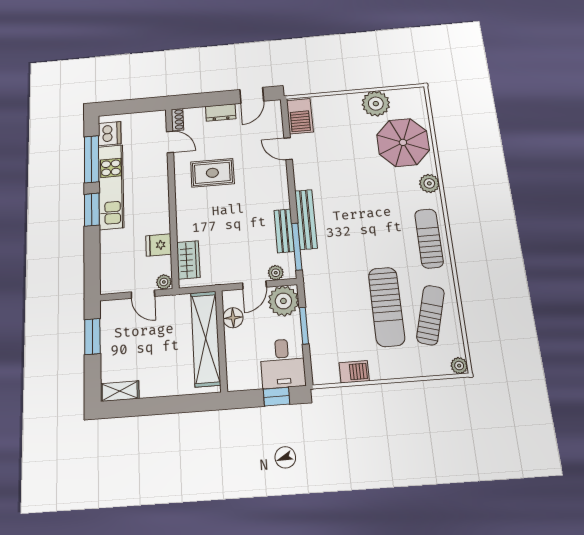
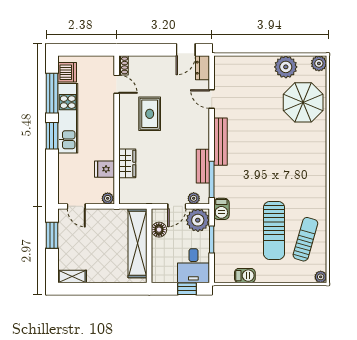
dresser: (221, 112) -> (203, 68), moved, turned 90
barbecue: (300, 116) -> (221, 209), moved, width x0.73, depth x0.79
rug: (212, 173) -> (150, 114), turned 90
plant: (429, 183) -> (319, 63), moved
bench: (306, 219) -> (220, 142), moved
sun lounger: (429, 238) -> (312, 182), removed
wardrobe: (188, 260) -> (127, 163), moved
door: (143, 294) -> (76, 206), moved

